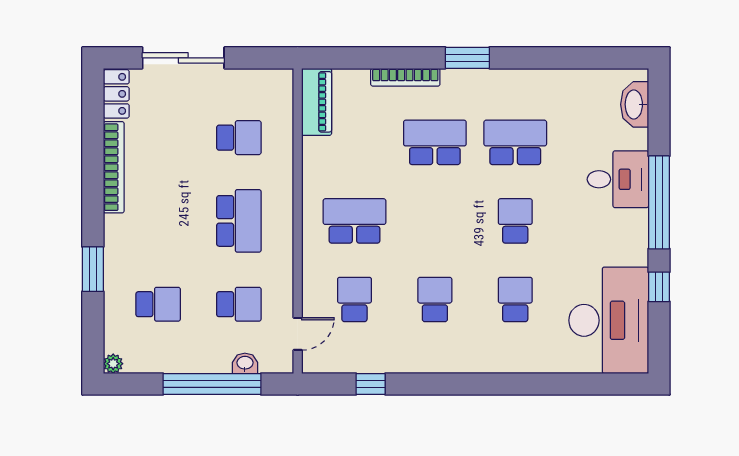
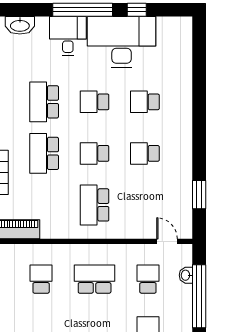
school desk: (354, 299) -> (95, 153), moved
desk: (609, 320) -> (122, 42), moved
window: (371, 384) -> (199, 195), width x1.50

